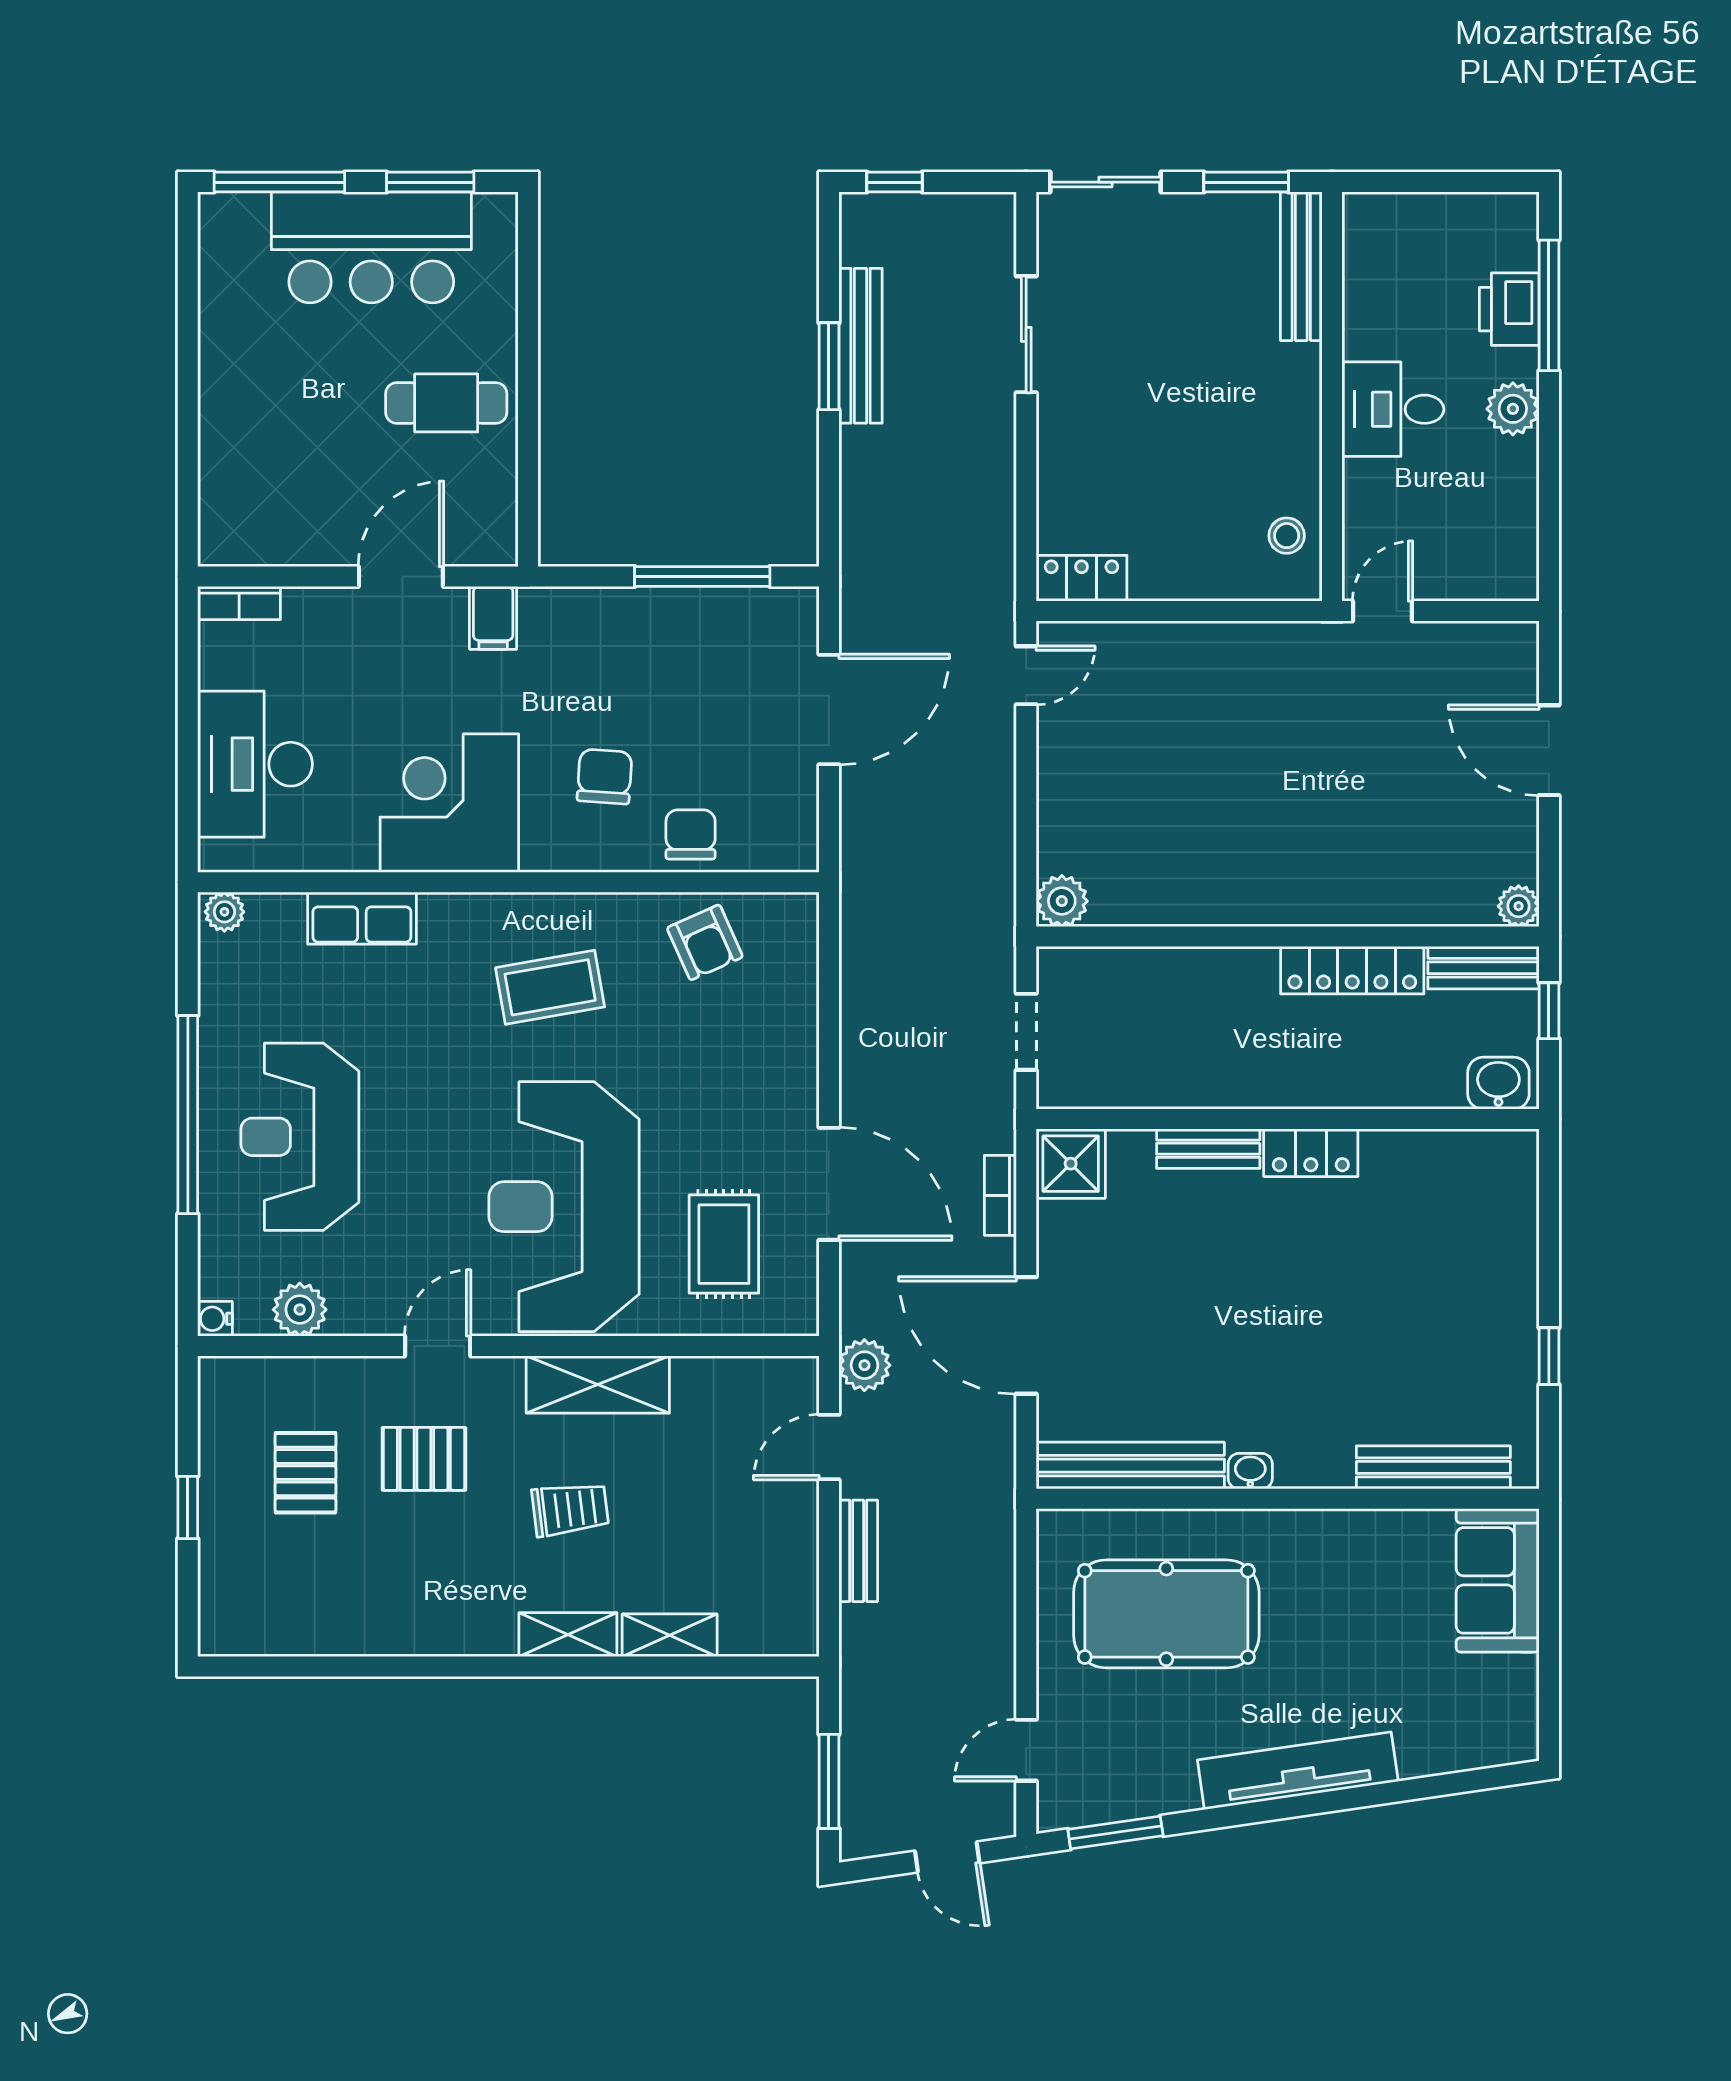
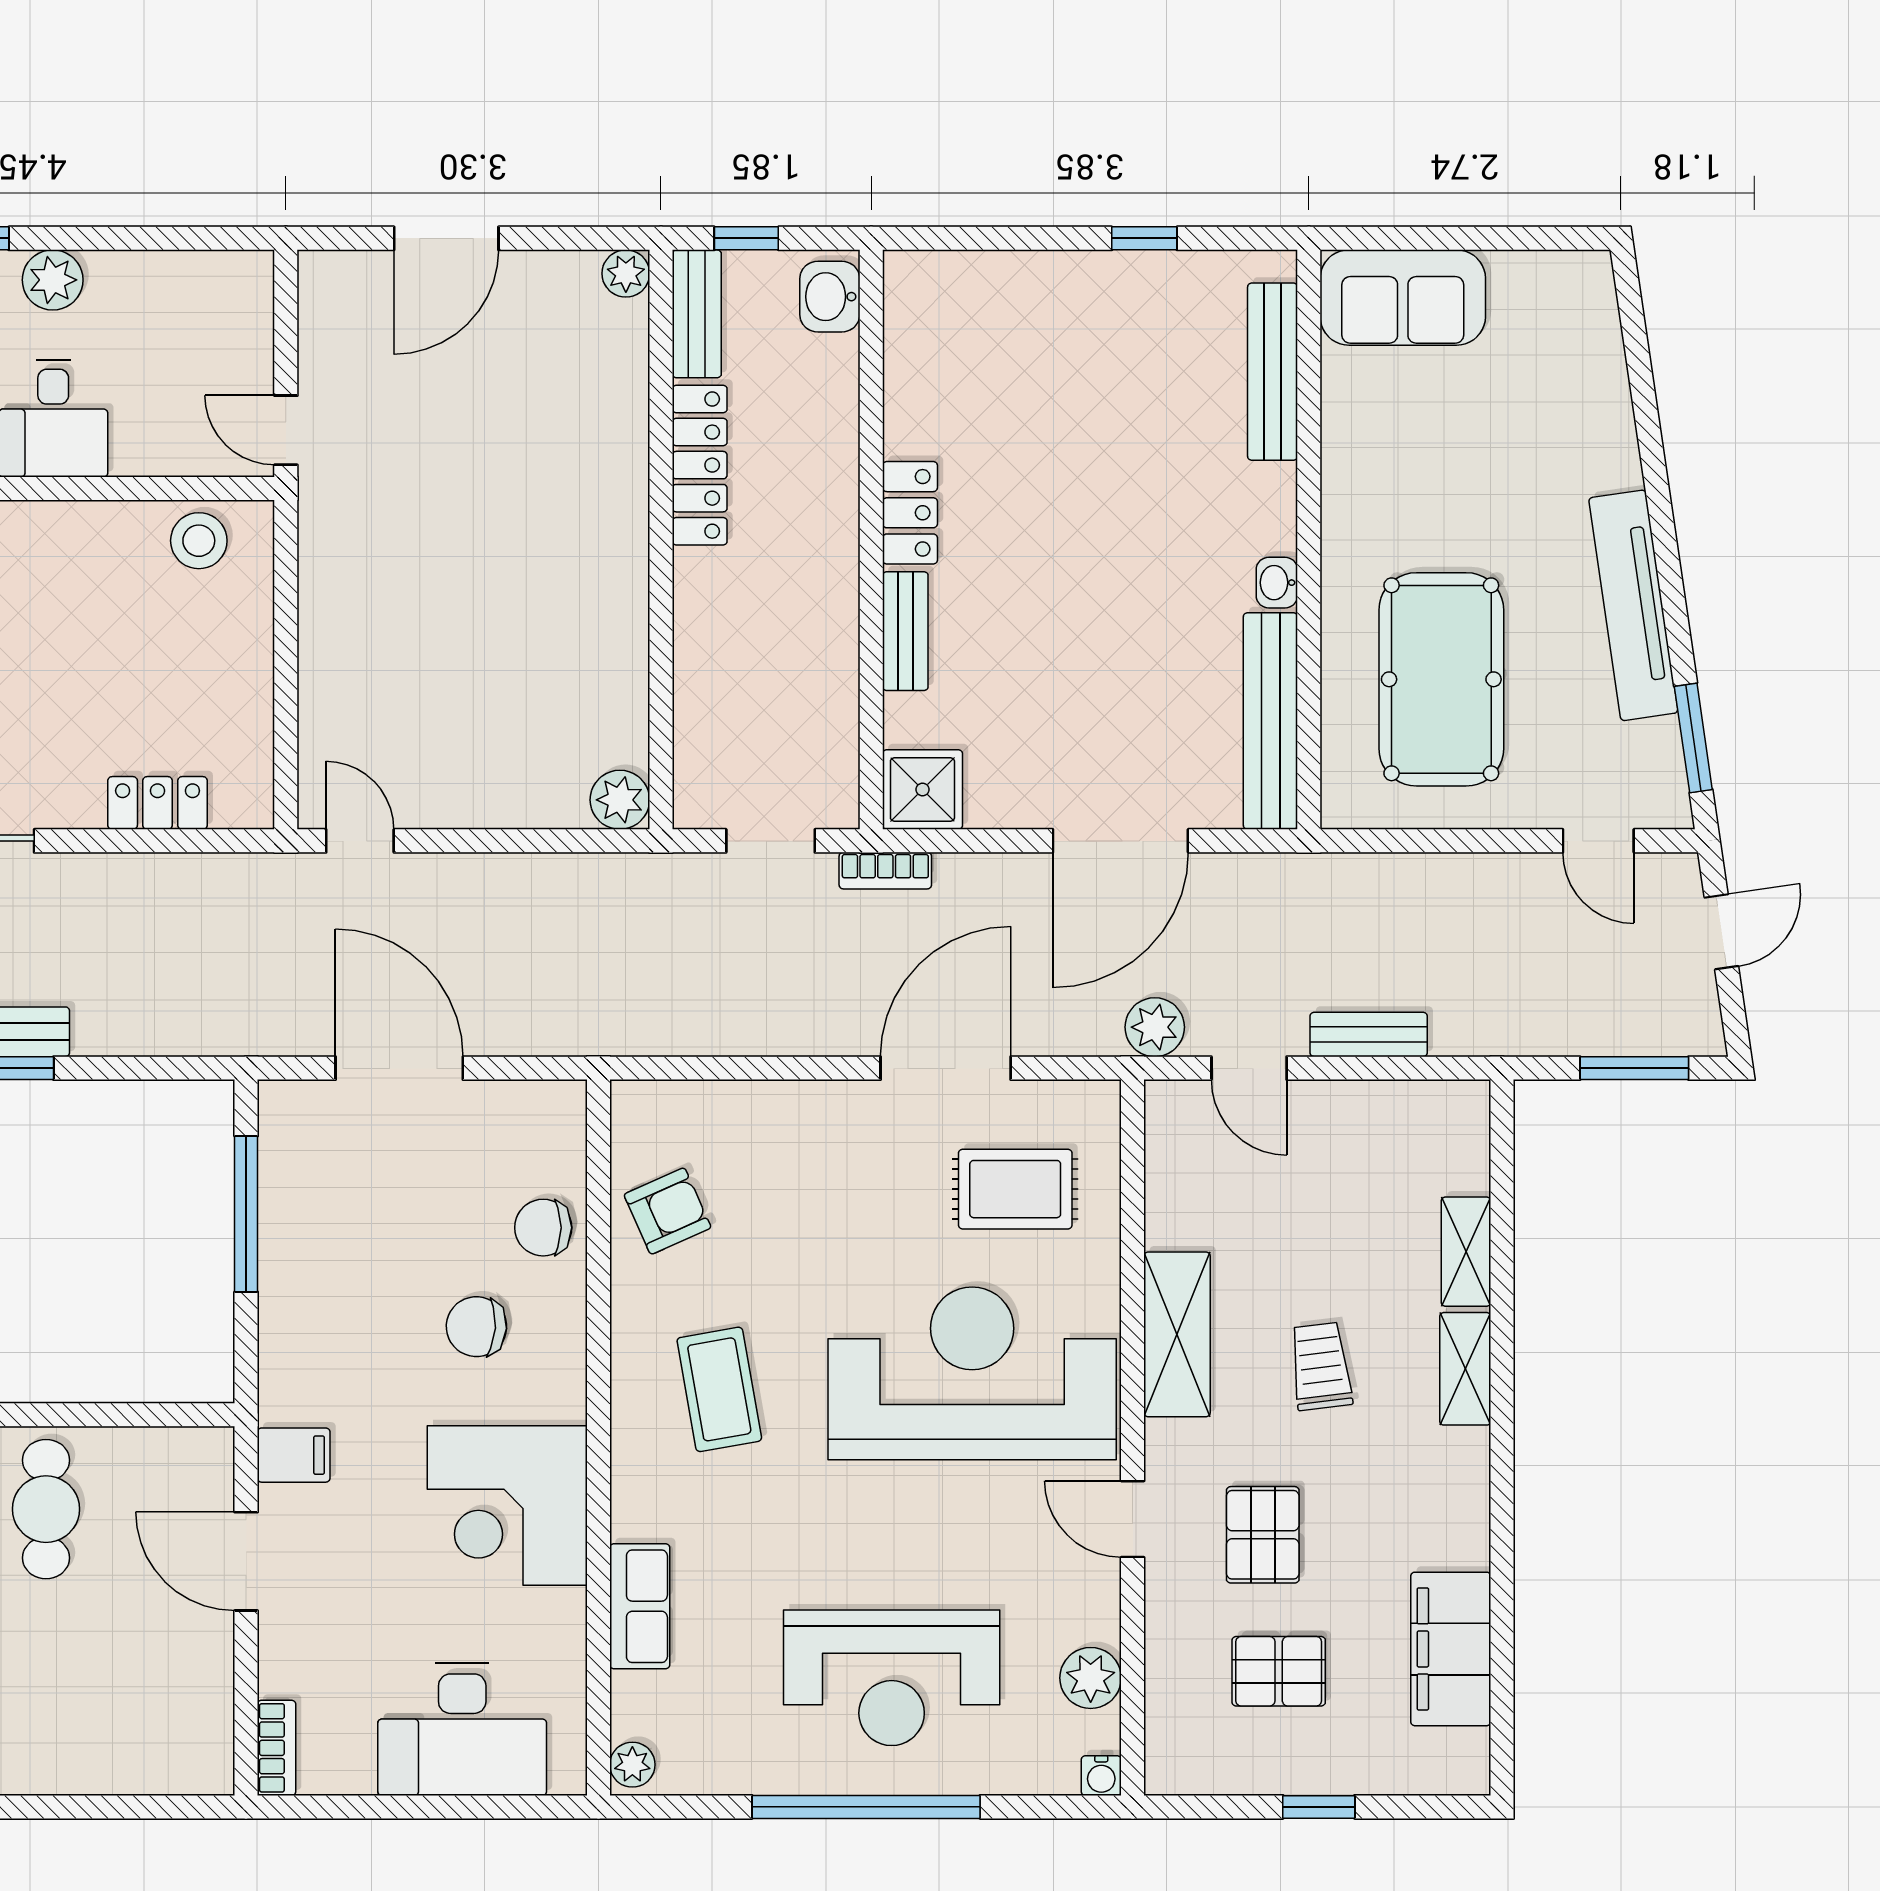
stool: (1287, 536) -> (199, 541), width x1.37, depth x1.37
locker: (1082, 578) -> (158, 803), moved, turned 90
bookcase: (1000, 1195) -> (885, 871), moved
reception desk: (564, 1207) -> (972, 1373), turned 180
filing cabinet: (325, 1622) -> (1451, 1649), added
tv unit: (1298, 1771) -> (1633, 605), moved

